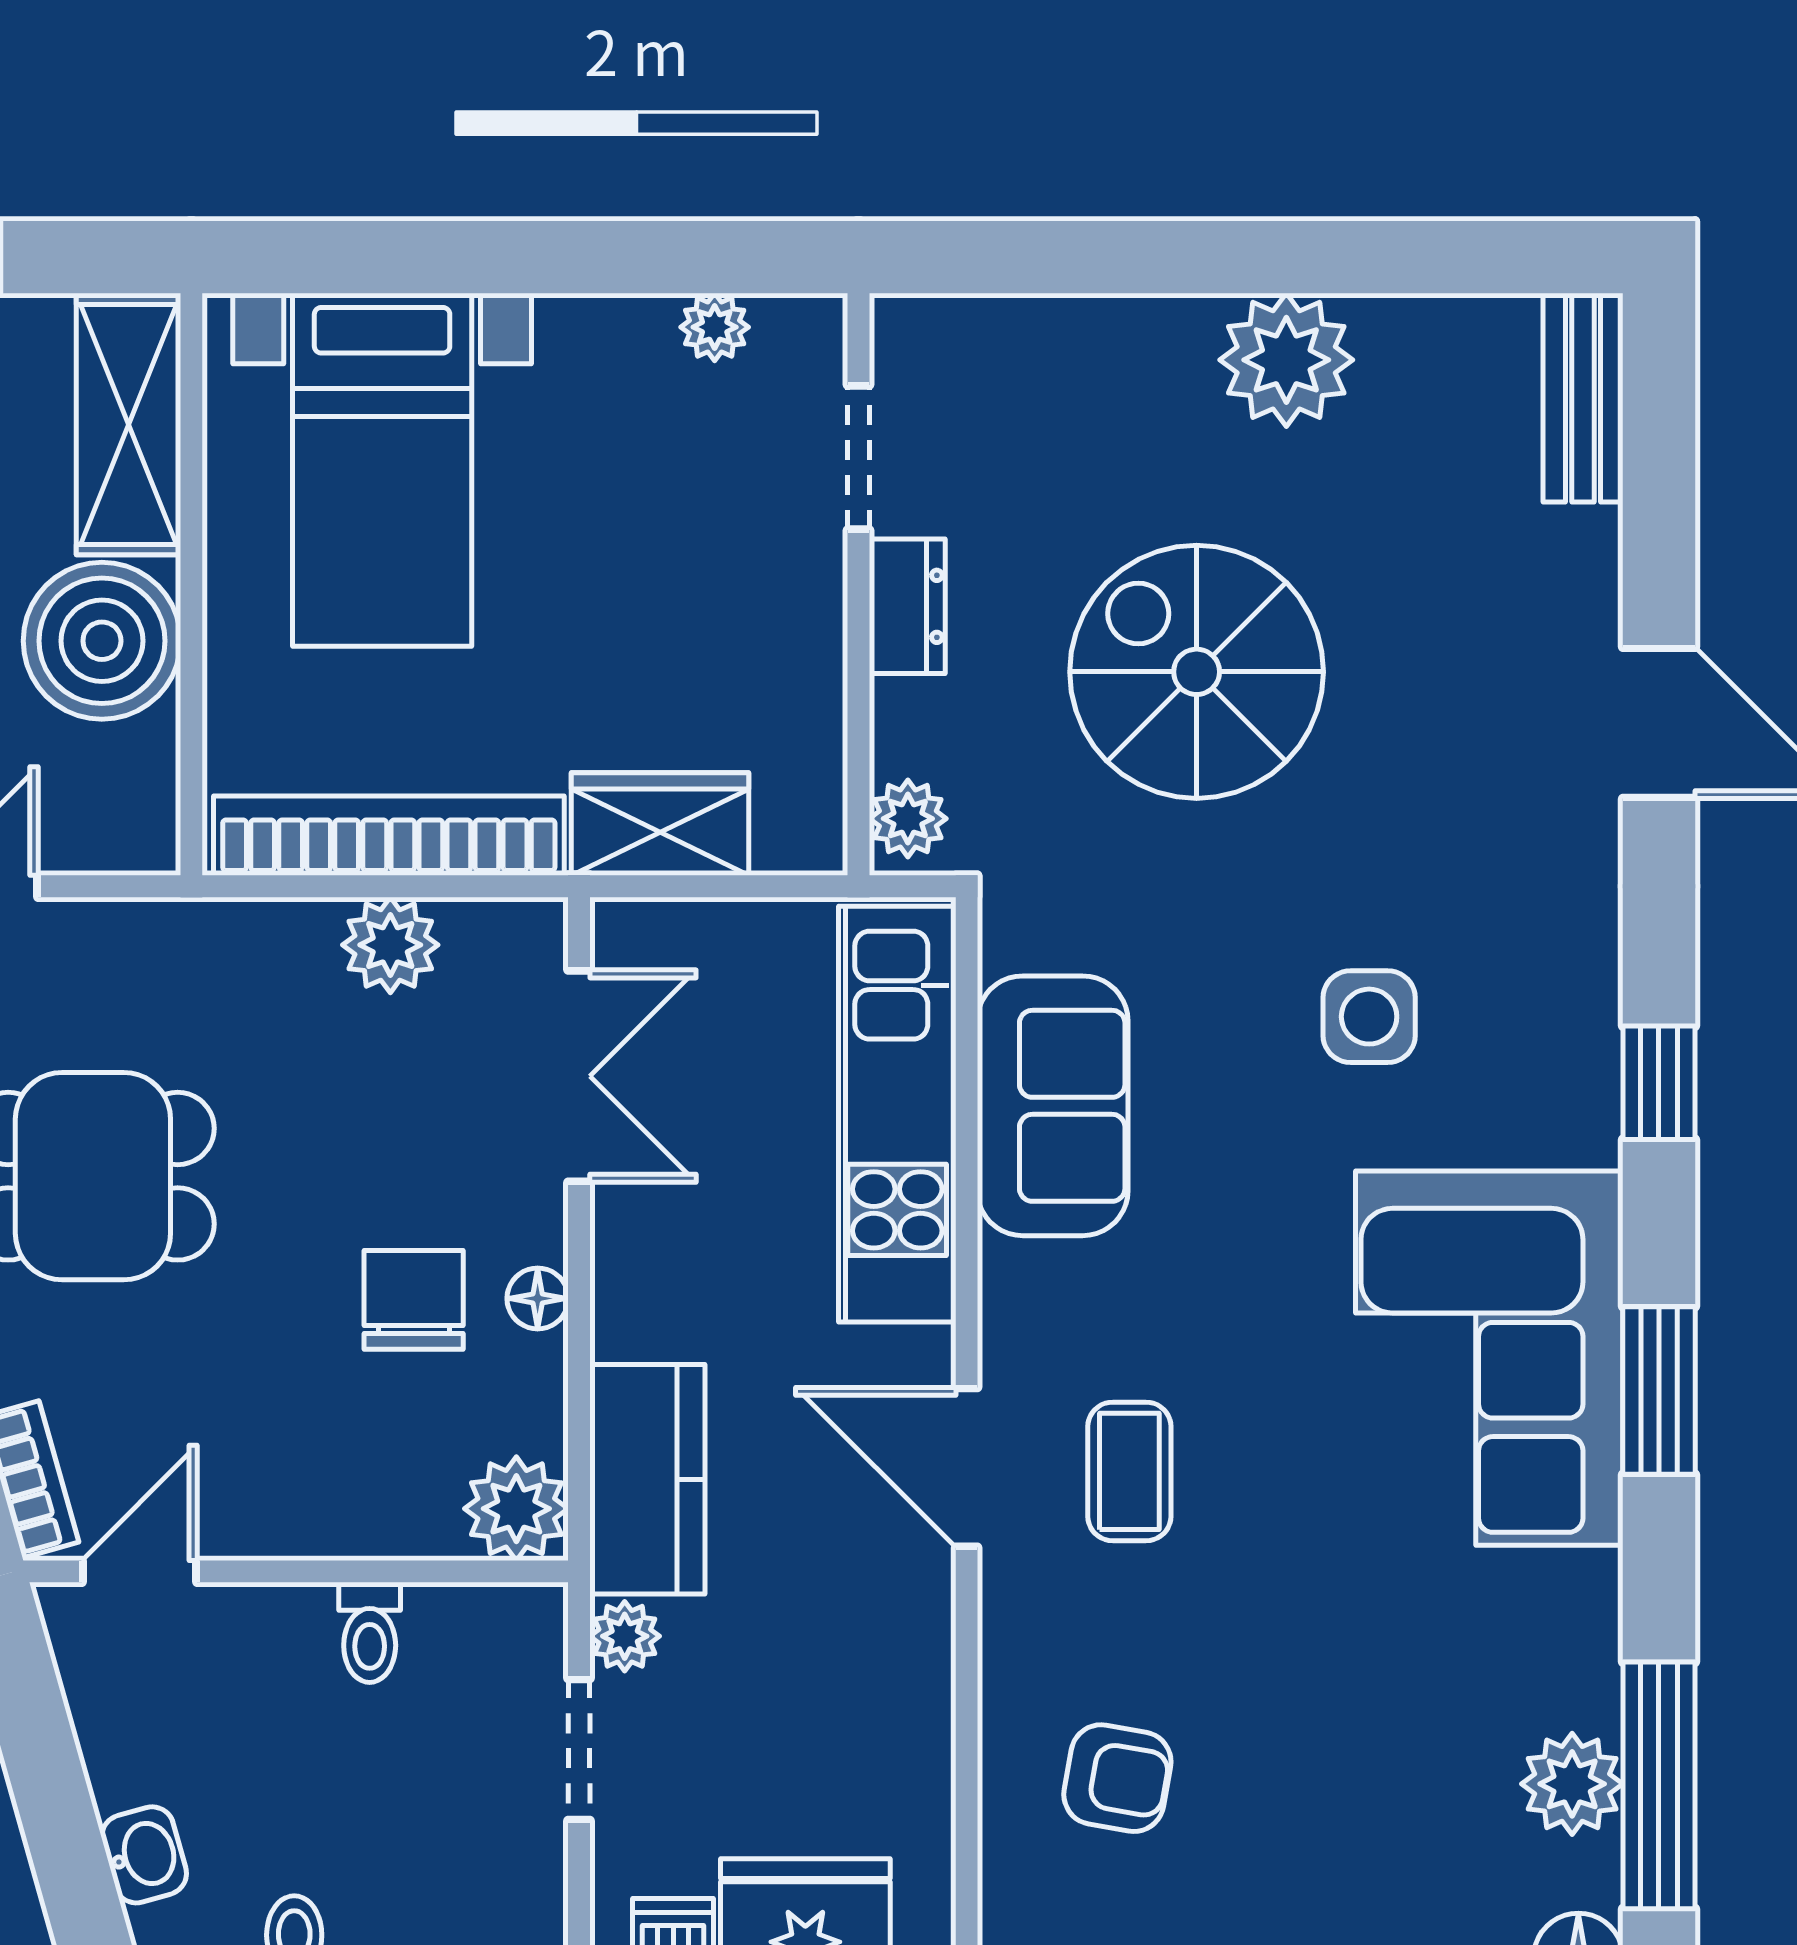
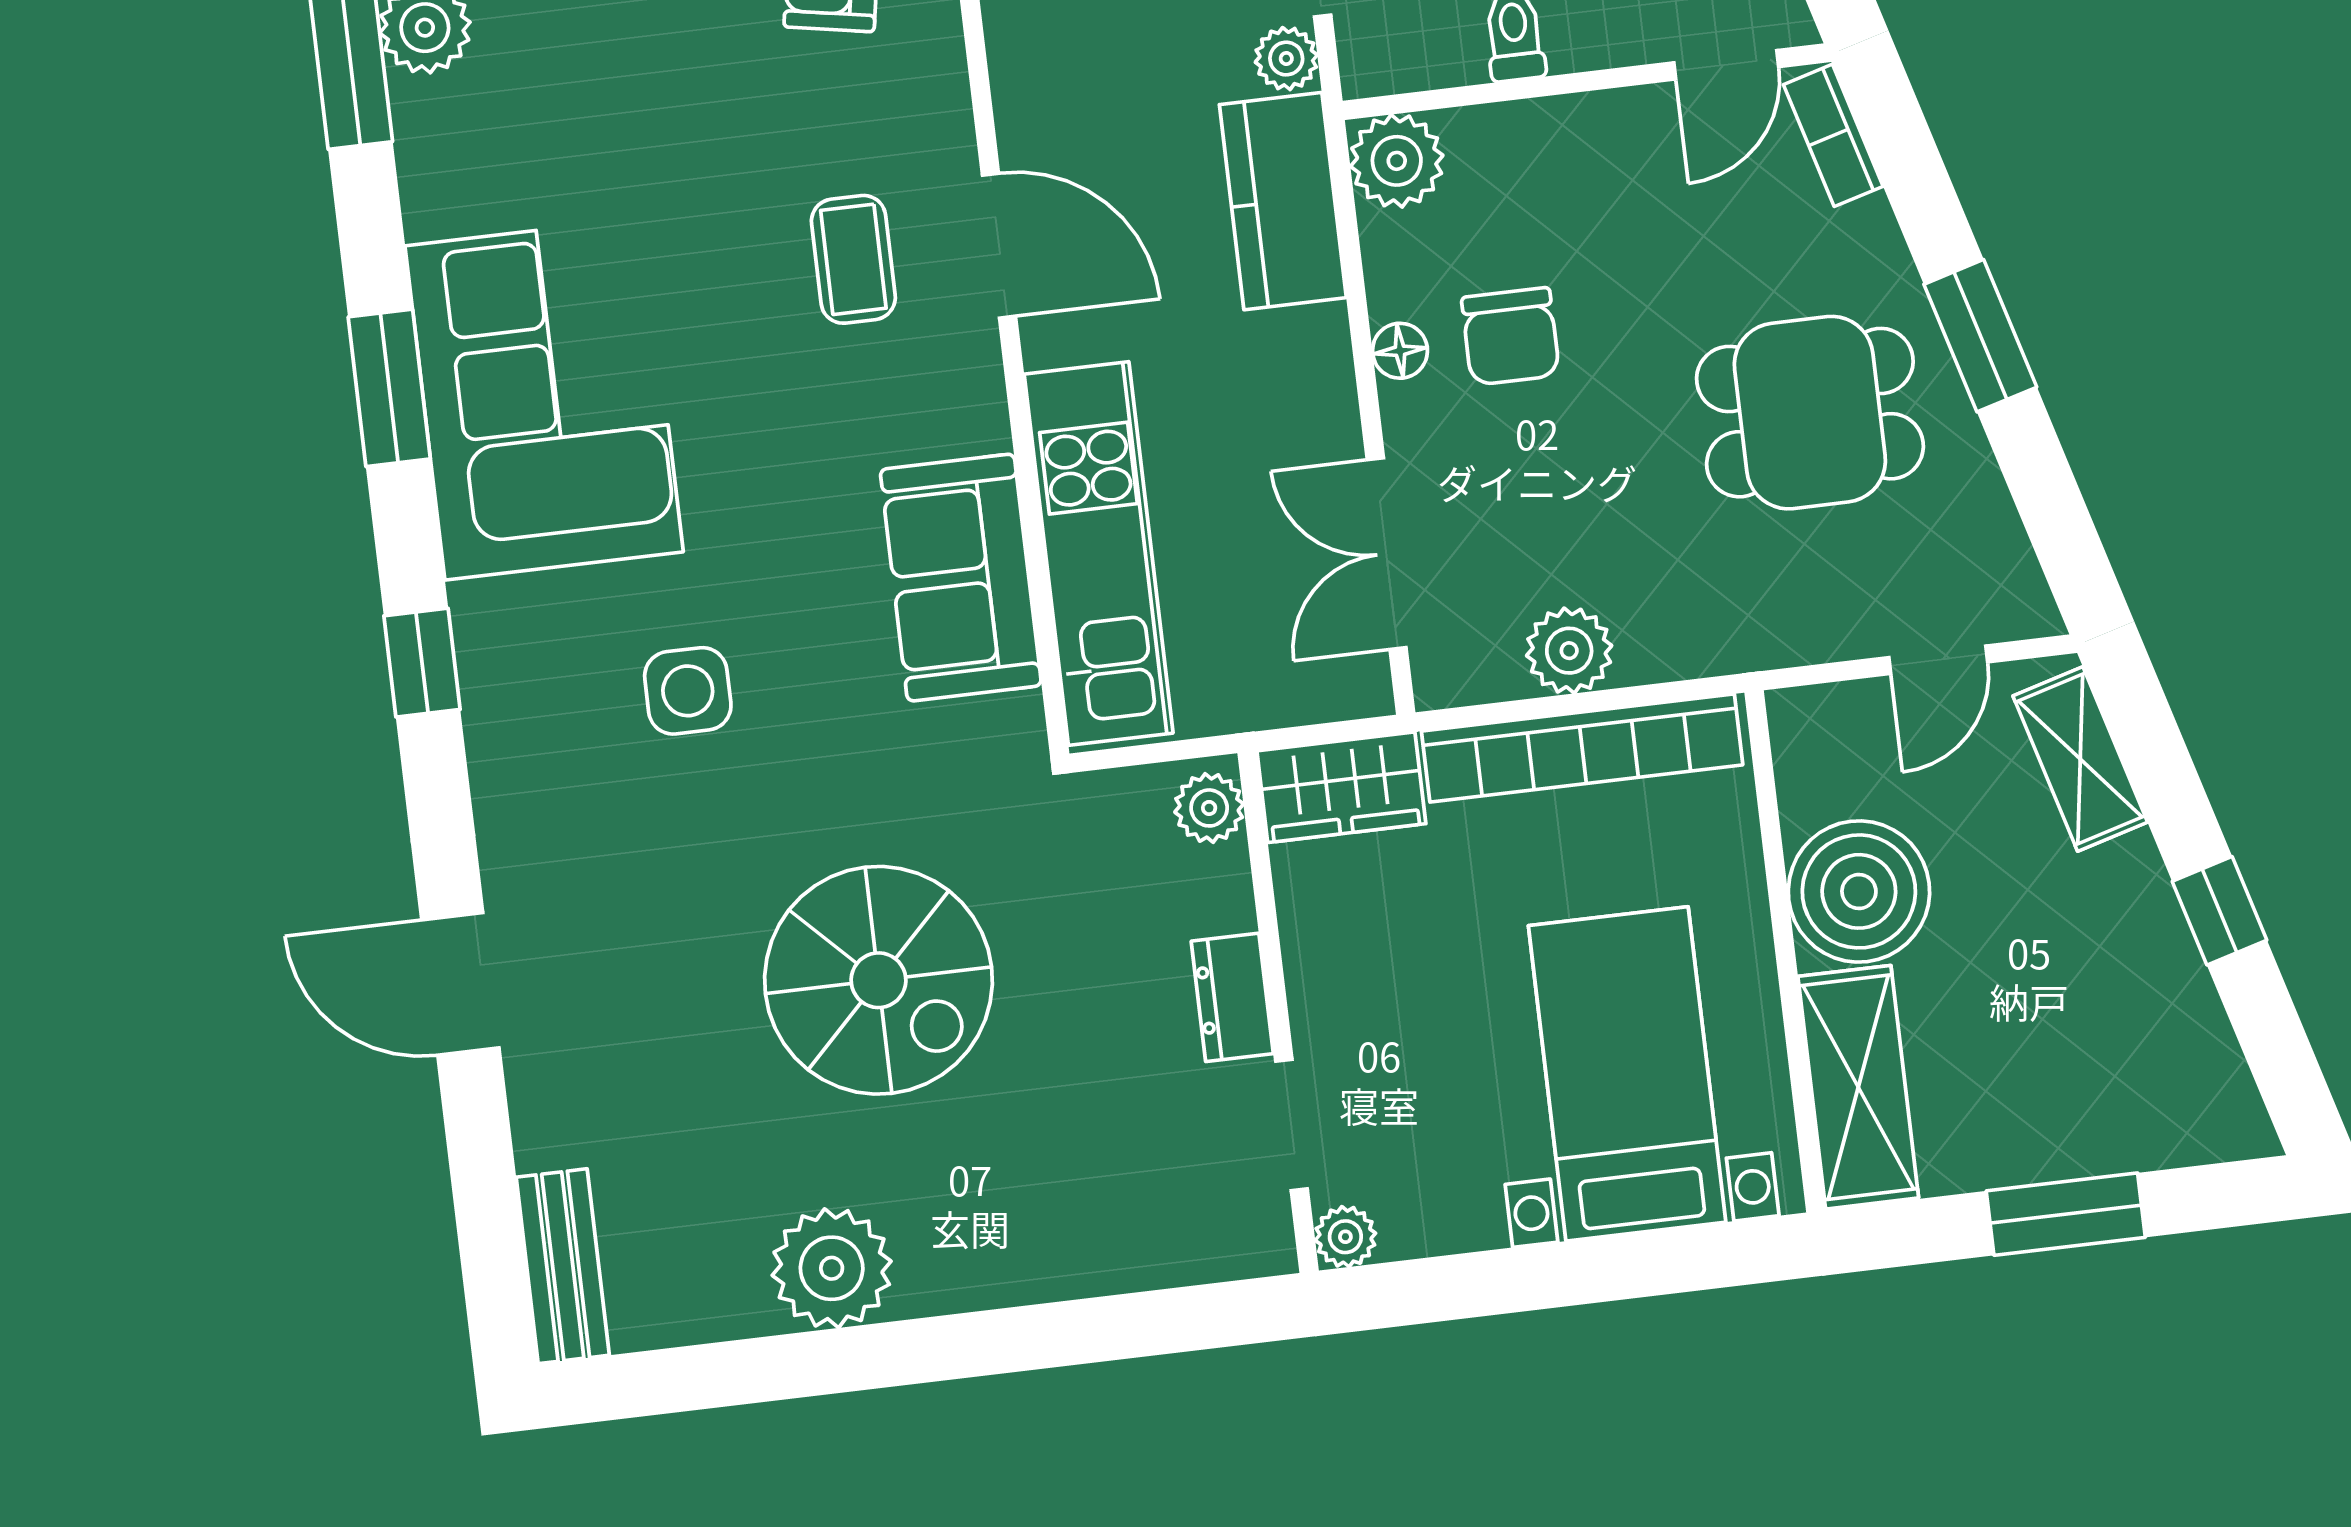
doorway: (858, 458) -> (1292, 1125), moved
wall: (858, 584) -> (1278, 1012), moved
dresser: (907, 606) -> (1232, 997), moved
plant: (908, 819) -> (1209, 808), moved

